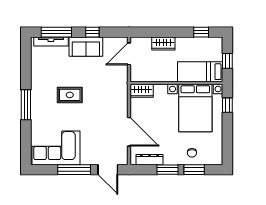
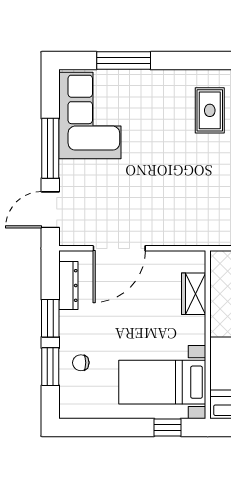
wardrobe: (142, 91) -> (194, 294), moved
rug: (70, 95) -> (210, 110), moved
window: (26, 105) -> (124, 61), moved
bed with nightstands: (195, 108) -> (162, 382), width x0.73

